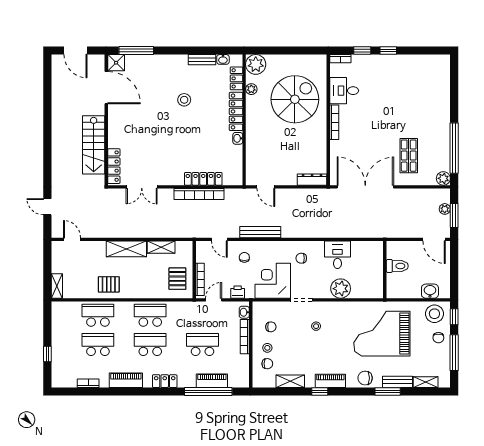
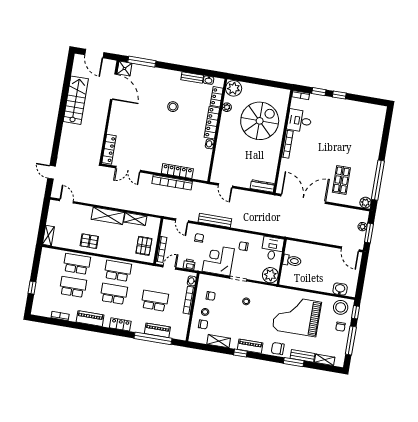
stairs: (94, 145) -> (76, 100), moved, turned 180
toilet: (397, 266) -> (292, 261), moved
wall: (385, 270) -> (282, 262), moved

